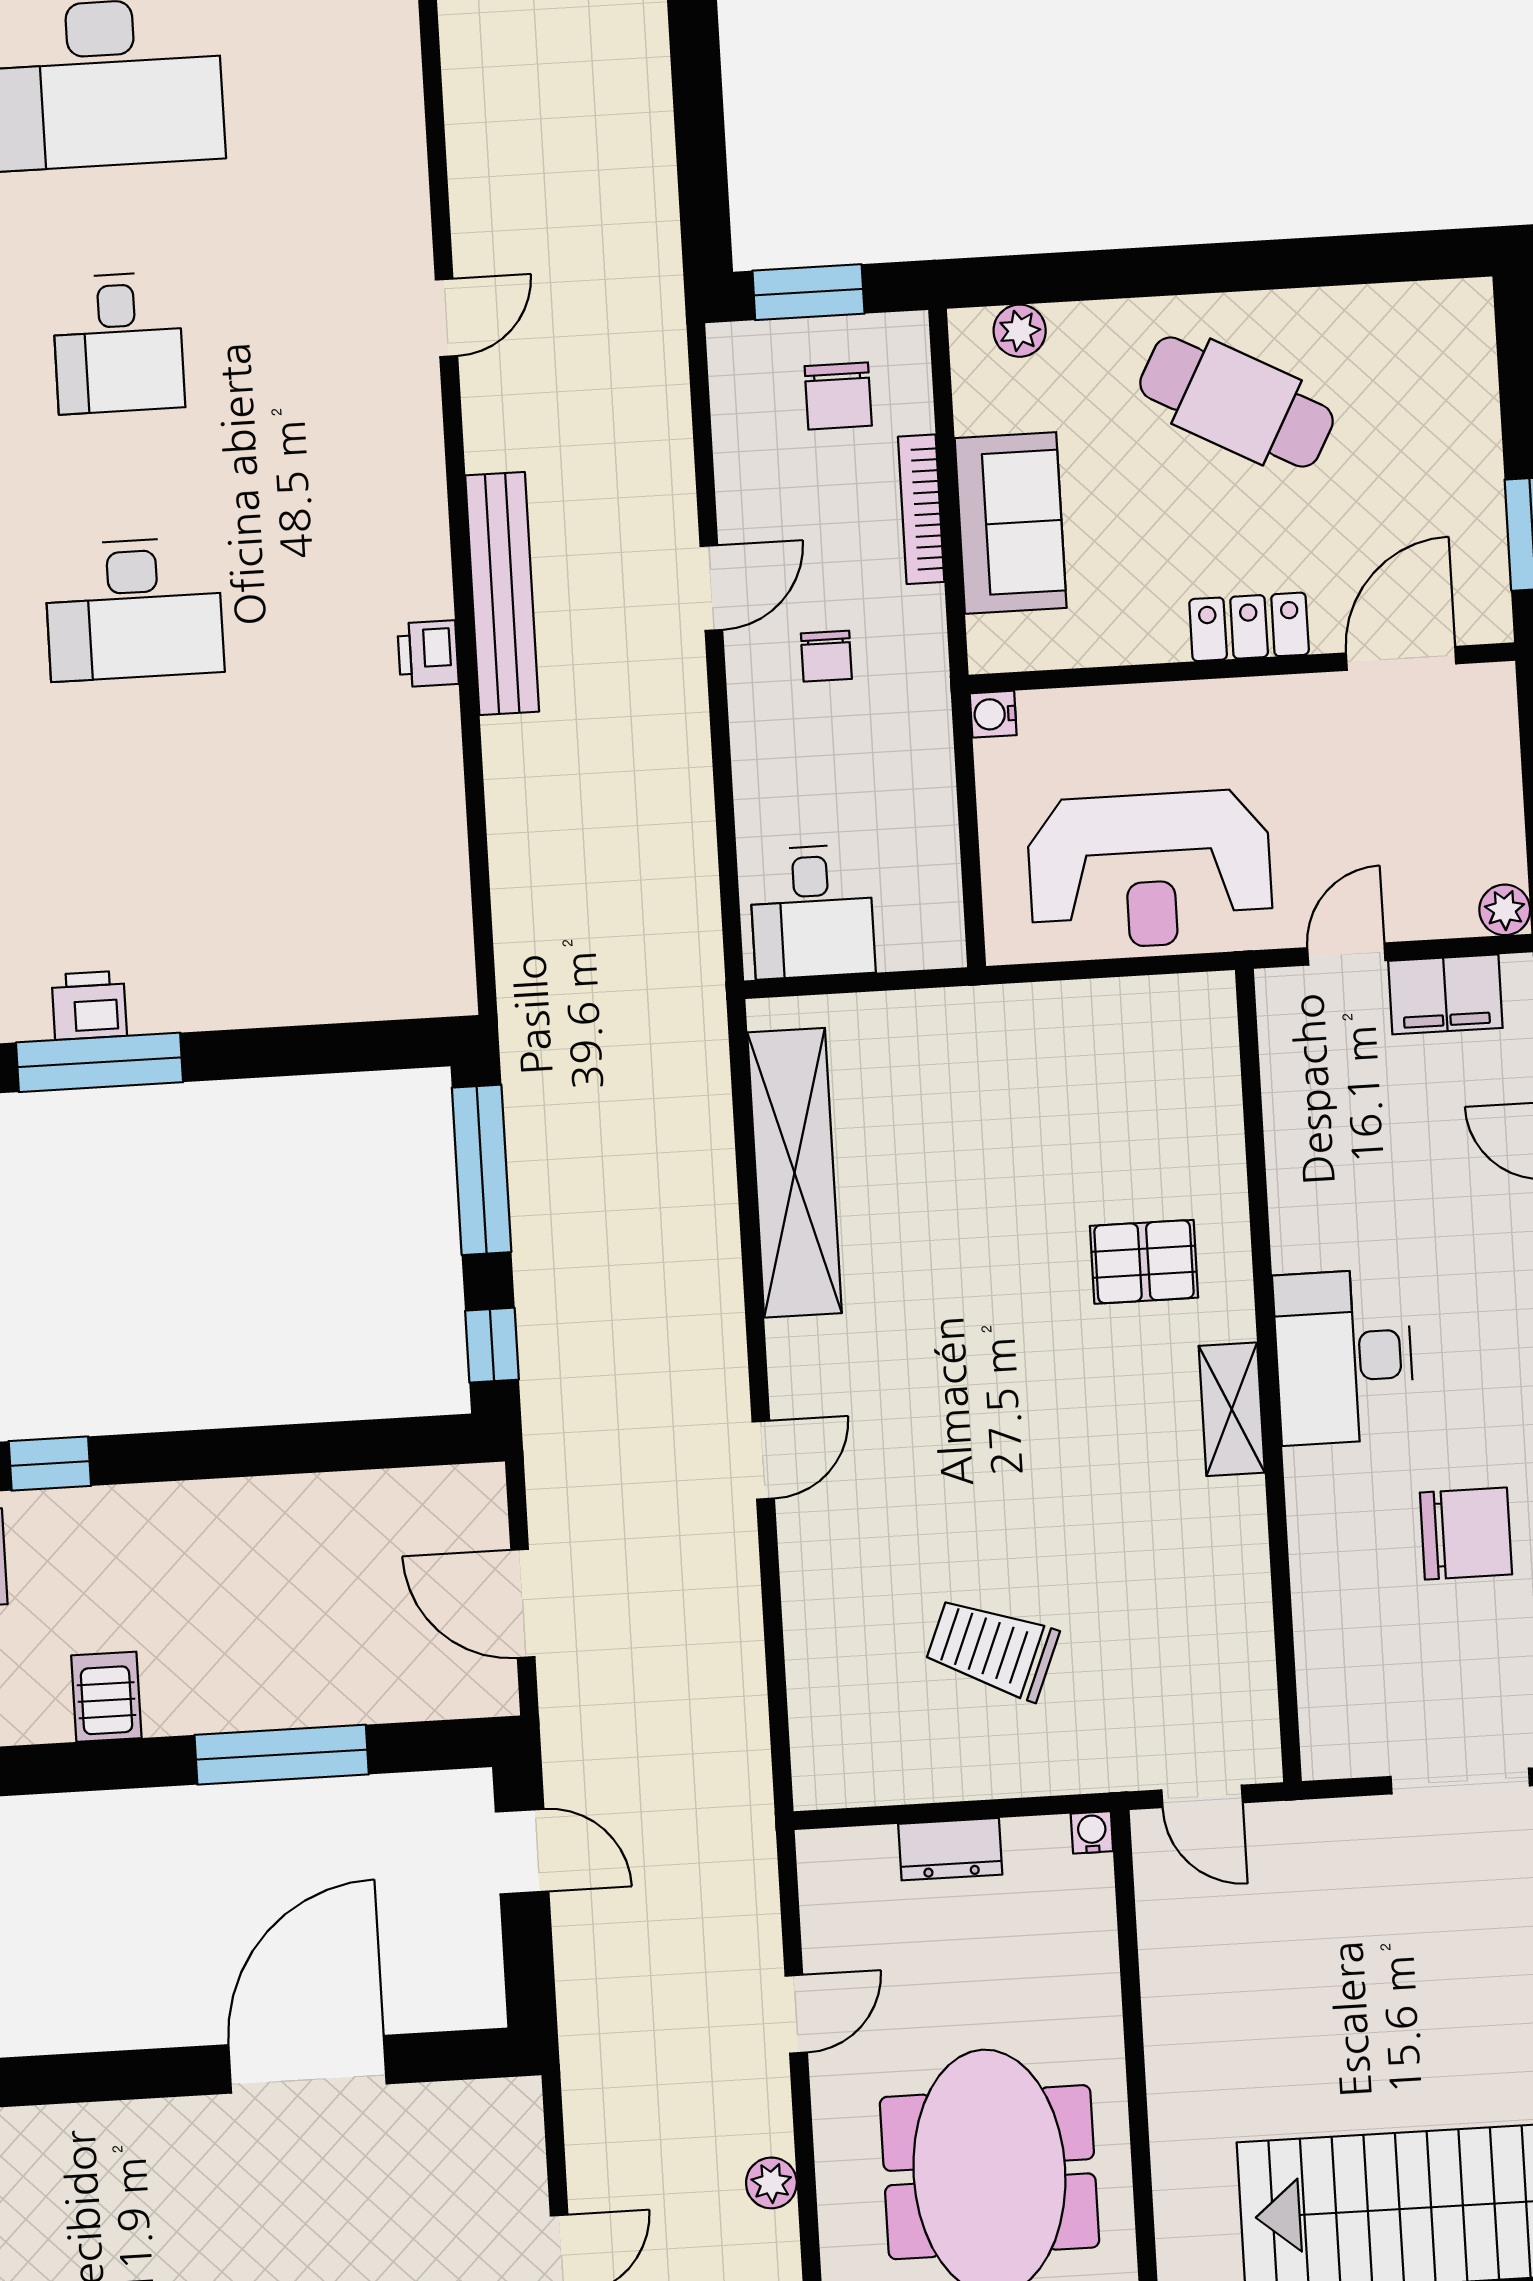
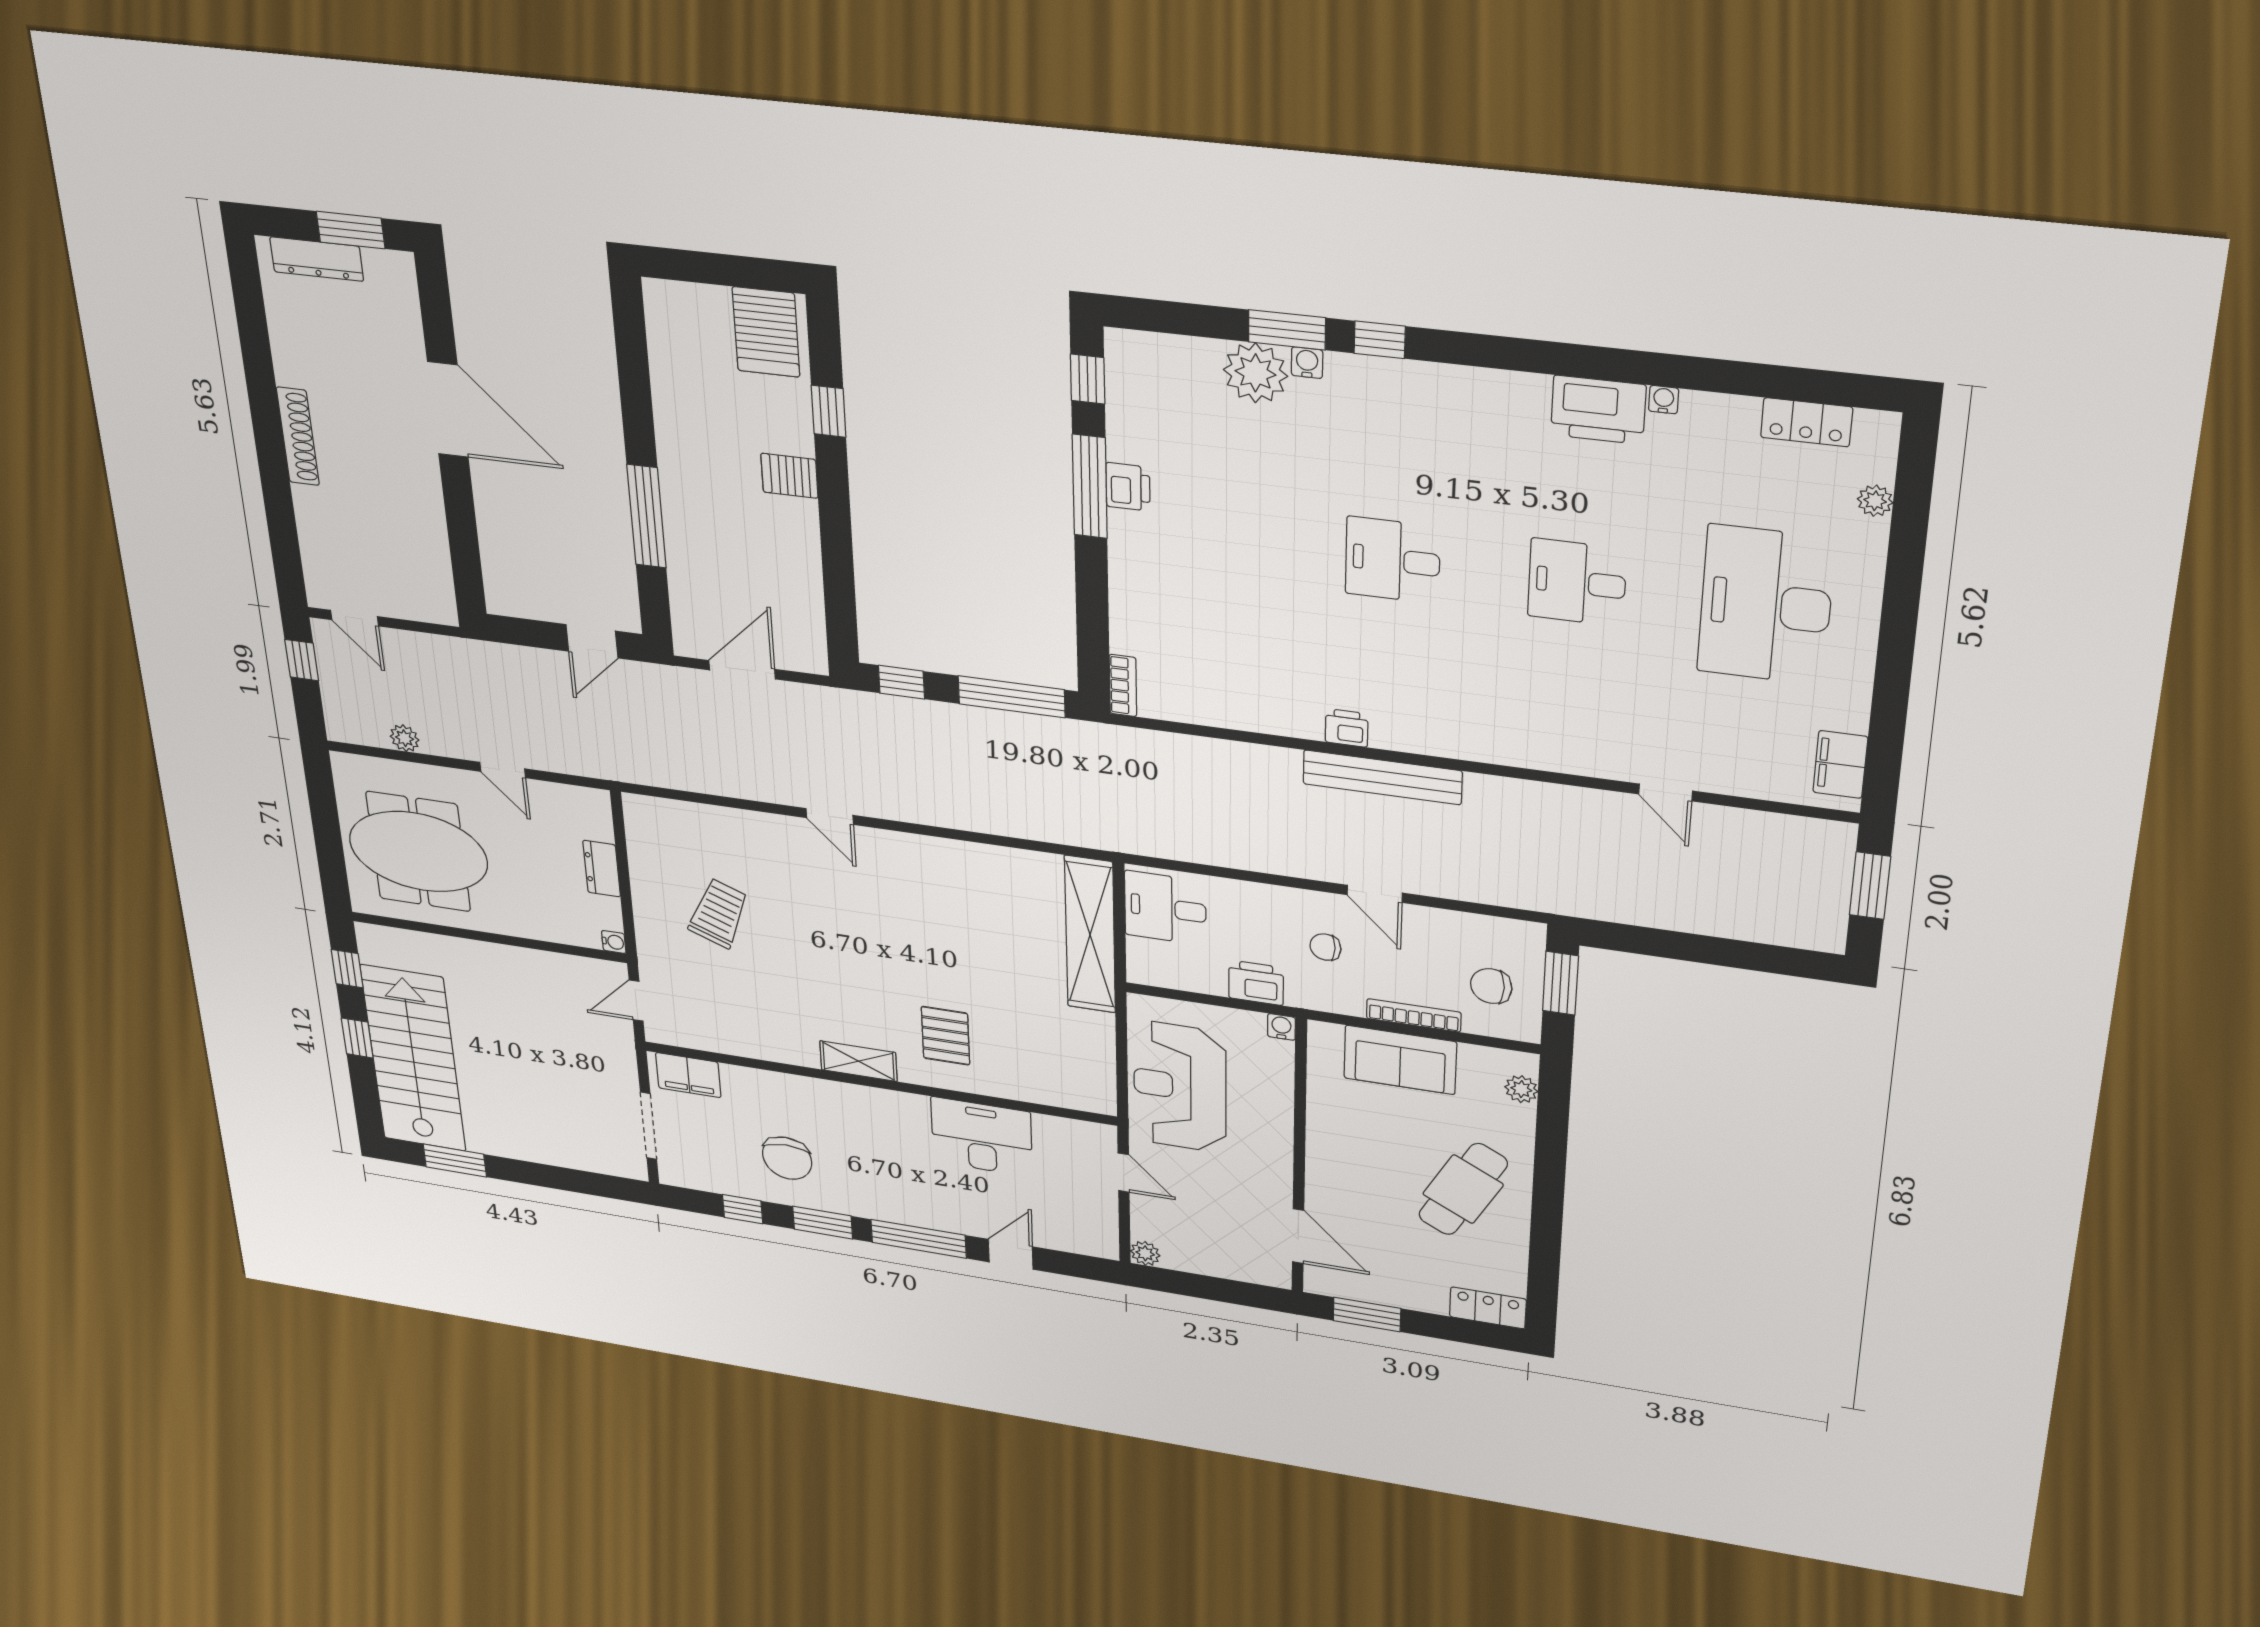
door: (446, 318) -> (1666, 793), moved
desk: (134, 609) -> (1393, 560), width x0.73
locker: (1249, 627) -> (1488, 1308), moved, turned -90
printer: (919, 760) -> (1256, 983), added
filing cabinet: (1445, 994) -> (688, 1075), moved, turned -90
bookcase: (426, 997) -> (1123, 686), added
shelving: (795, 1173) -> (1090, 935), moved, turned 90
desk: (1344, 1357) -> (982, 1137), moved
server rack: (106, 1697) -> (789, 476), moved, turned 180
door: (307, 2064) -> (448, 410), moved

